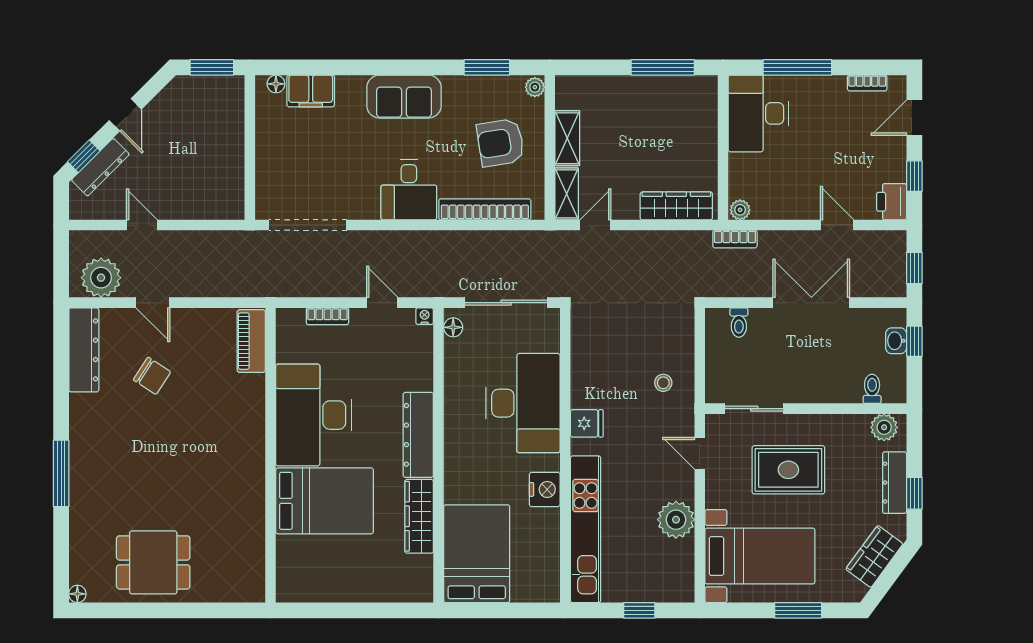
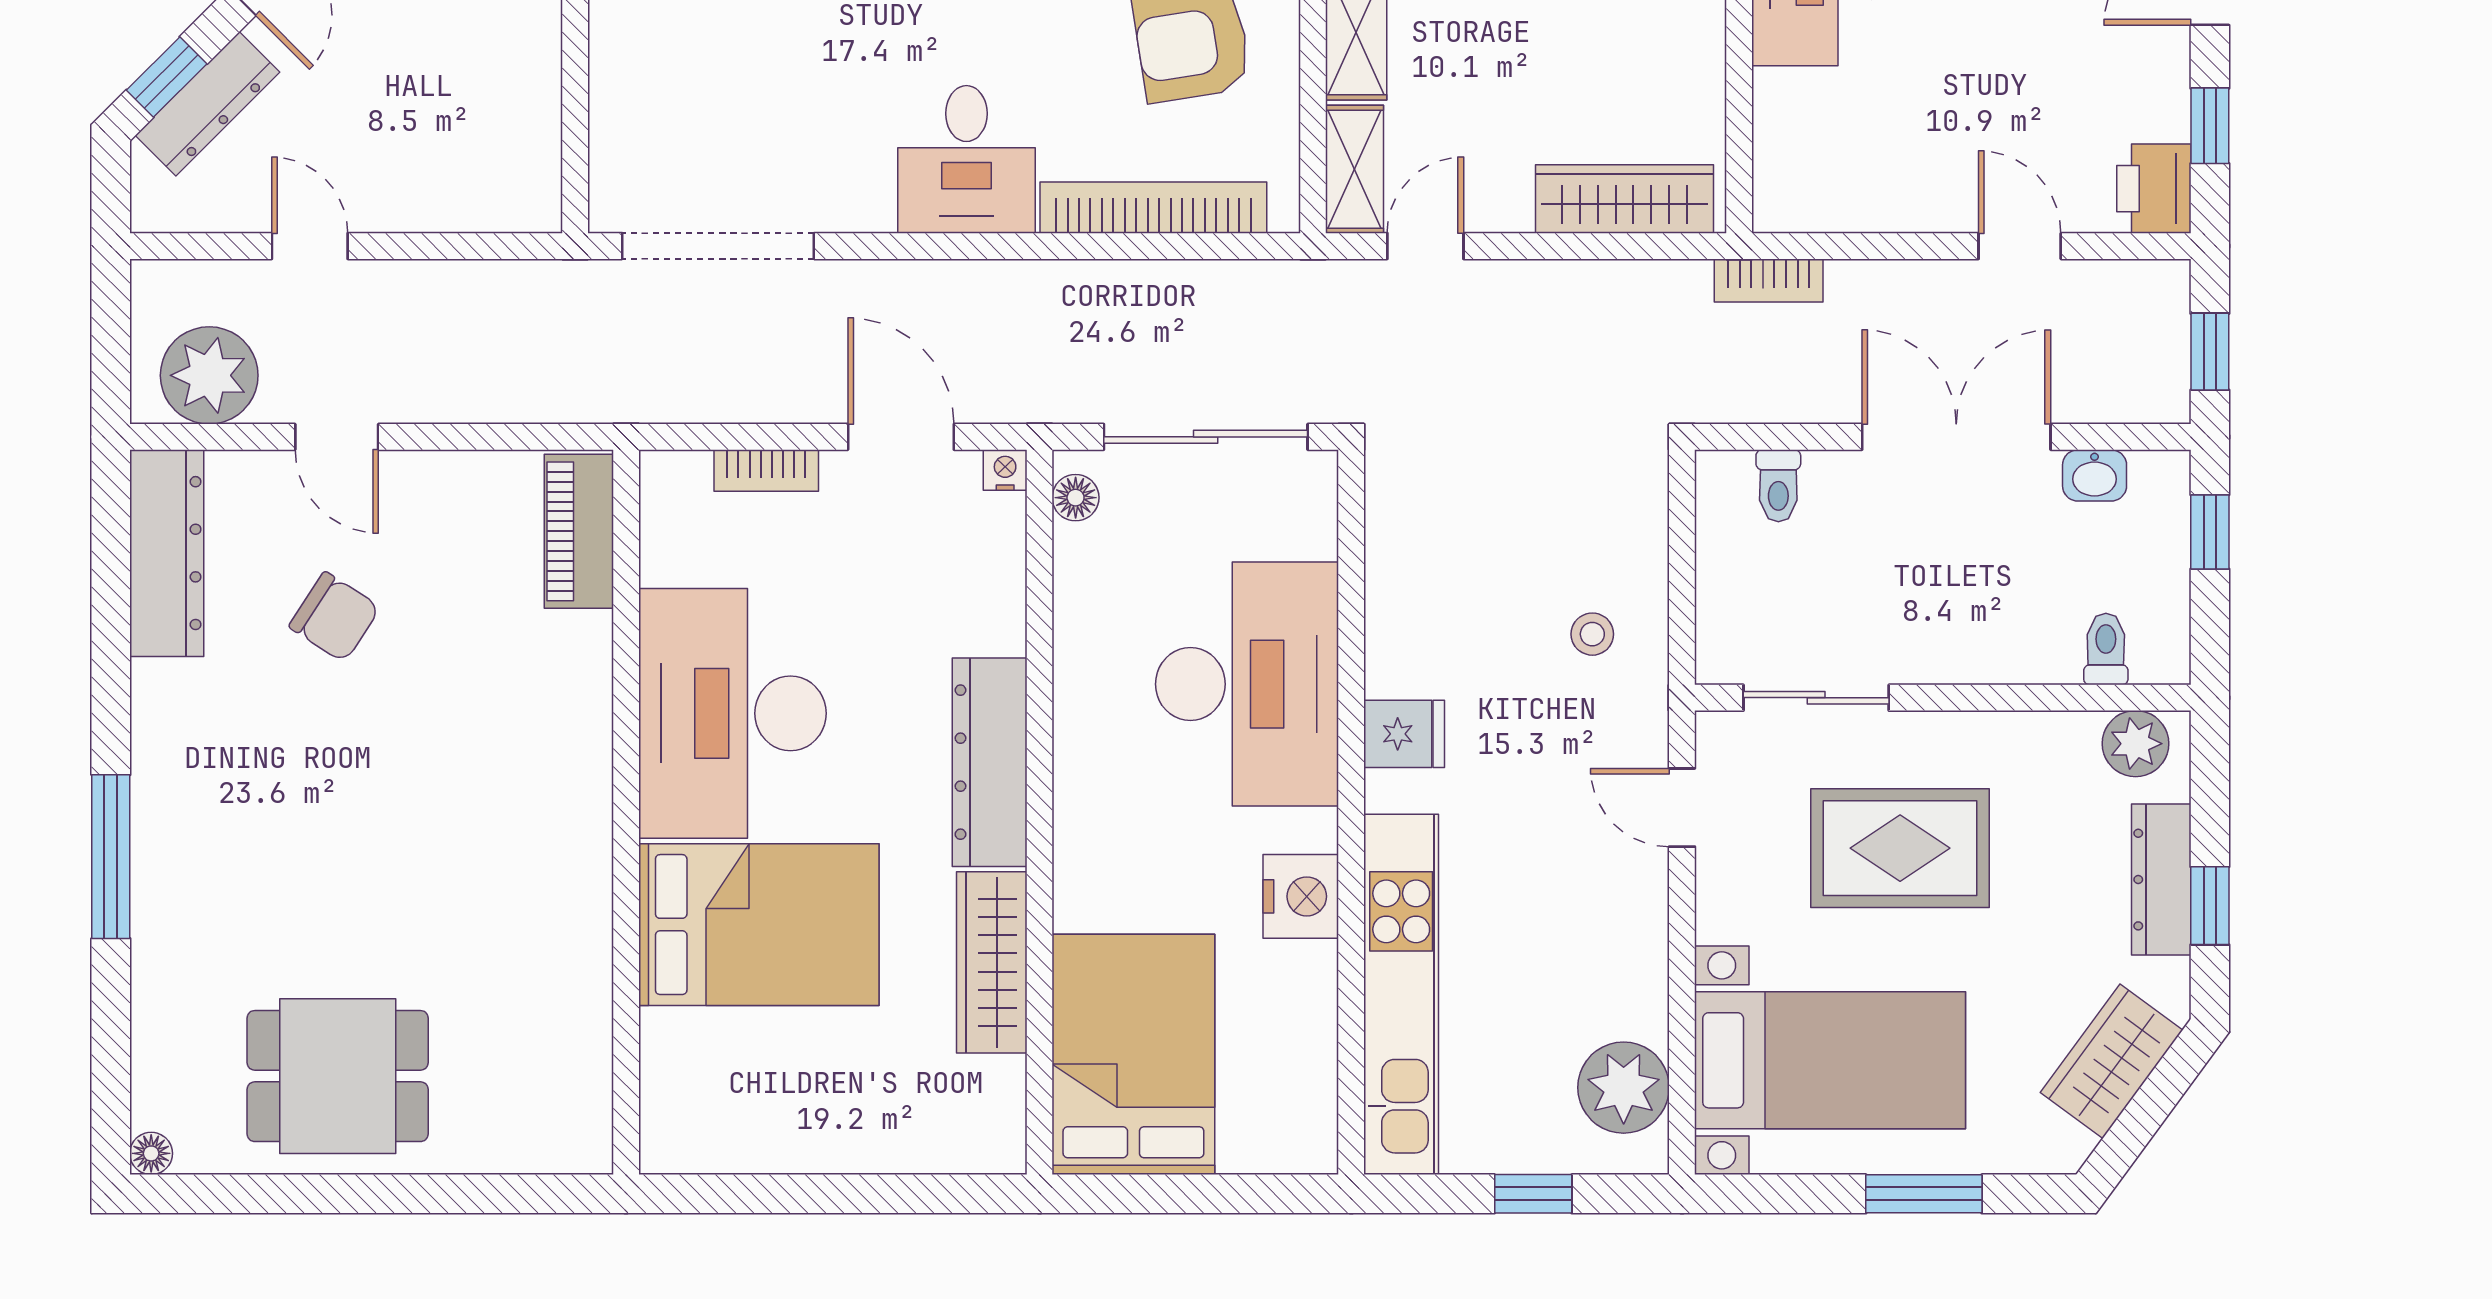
plant: (740, 210) -> (1781, 209), removed
door: (382, 303) -> (901, 437), width x1.38
washbasin: (896, 341) -> (2095, 475), moved, turned -90
plant: (676, 520) -> (1624, 1088), moved

